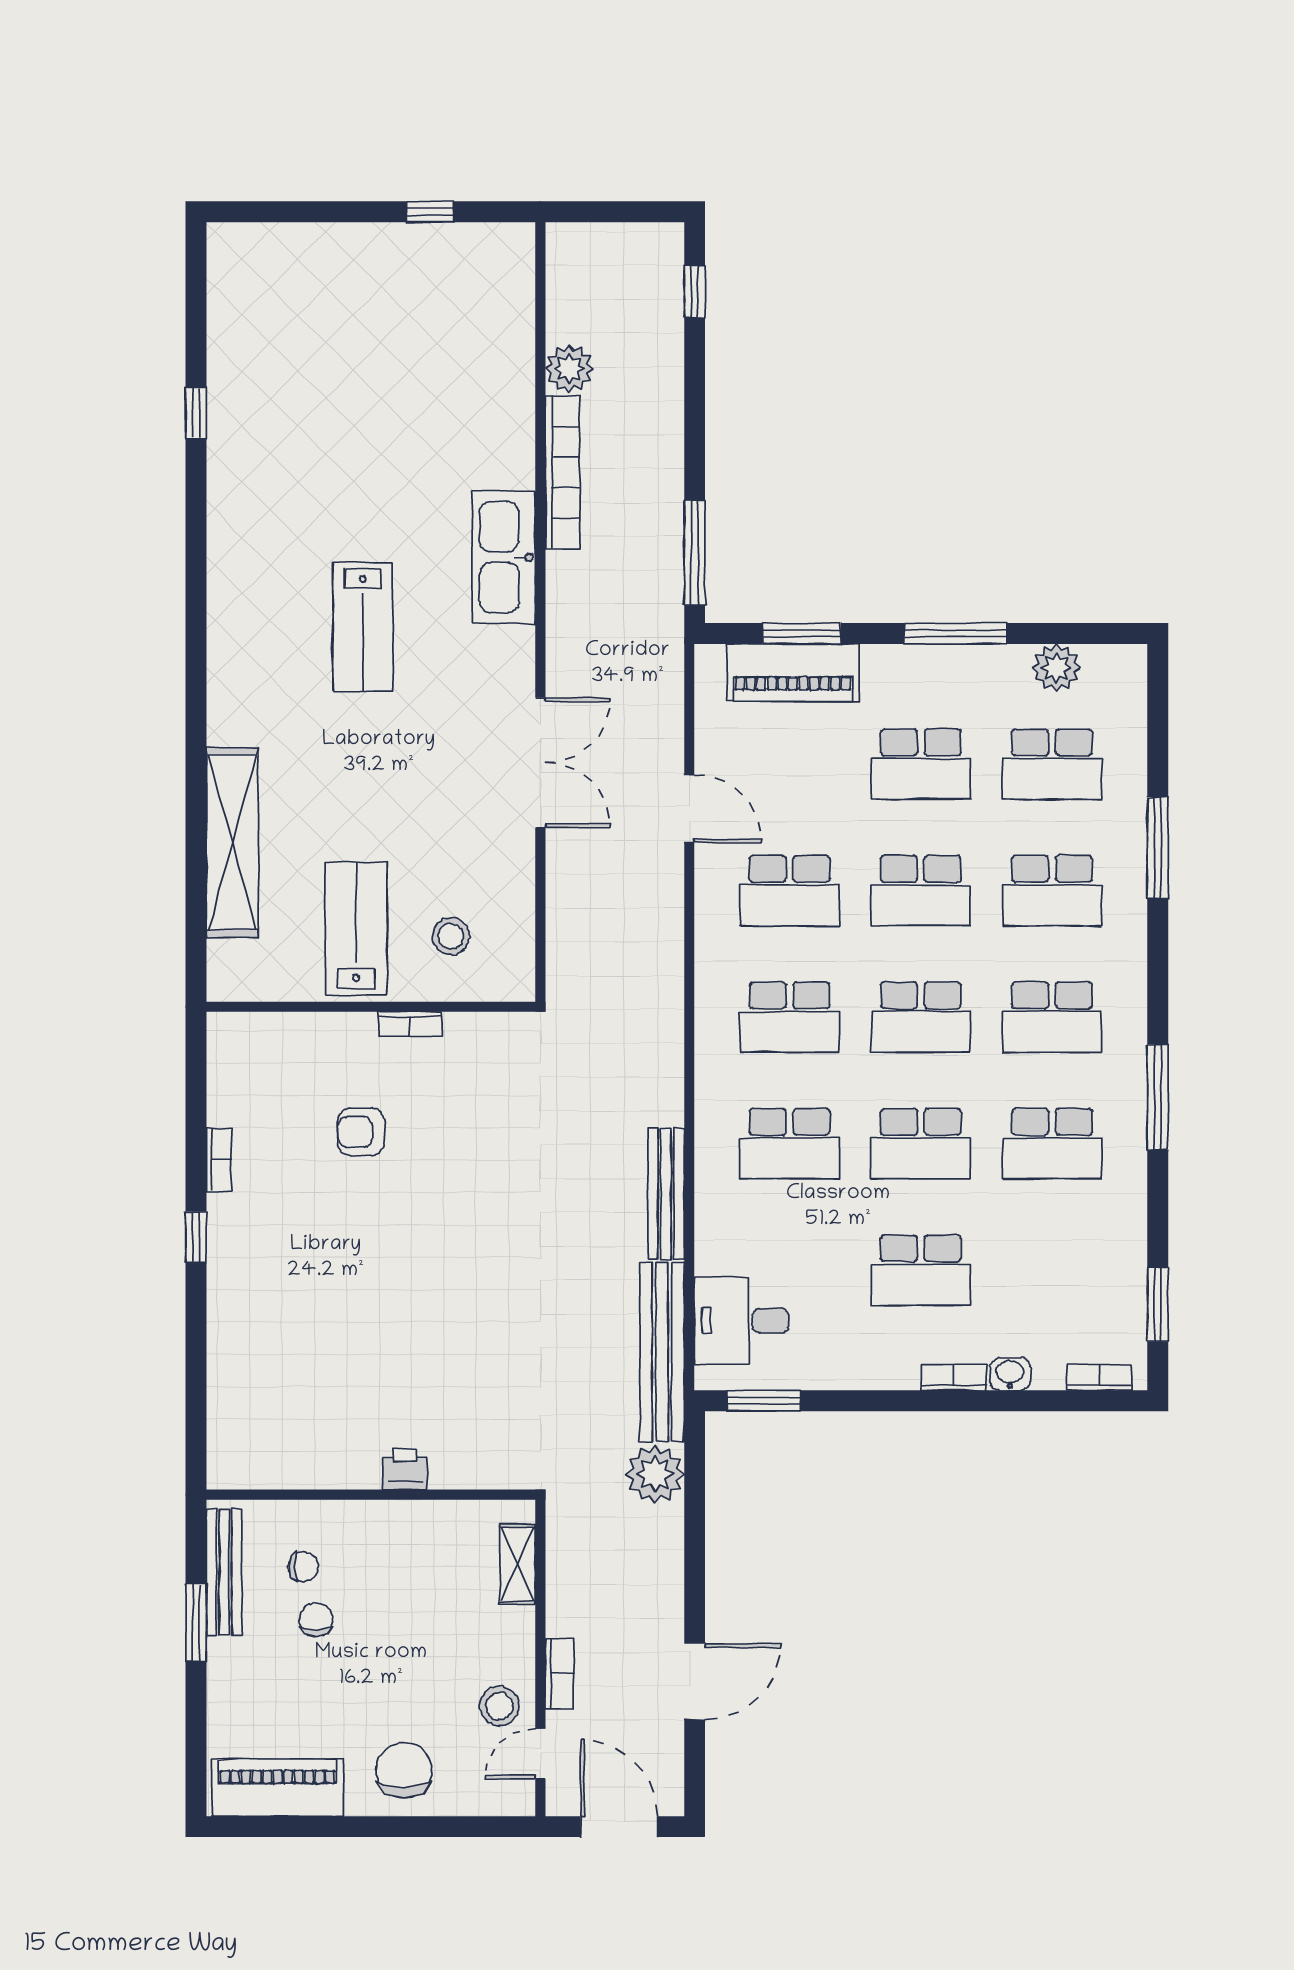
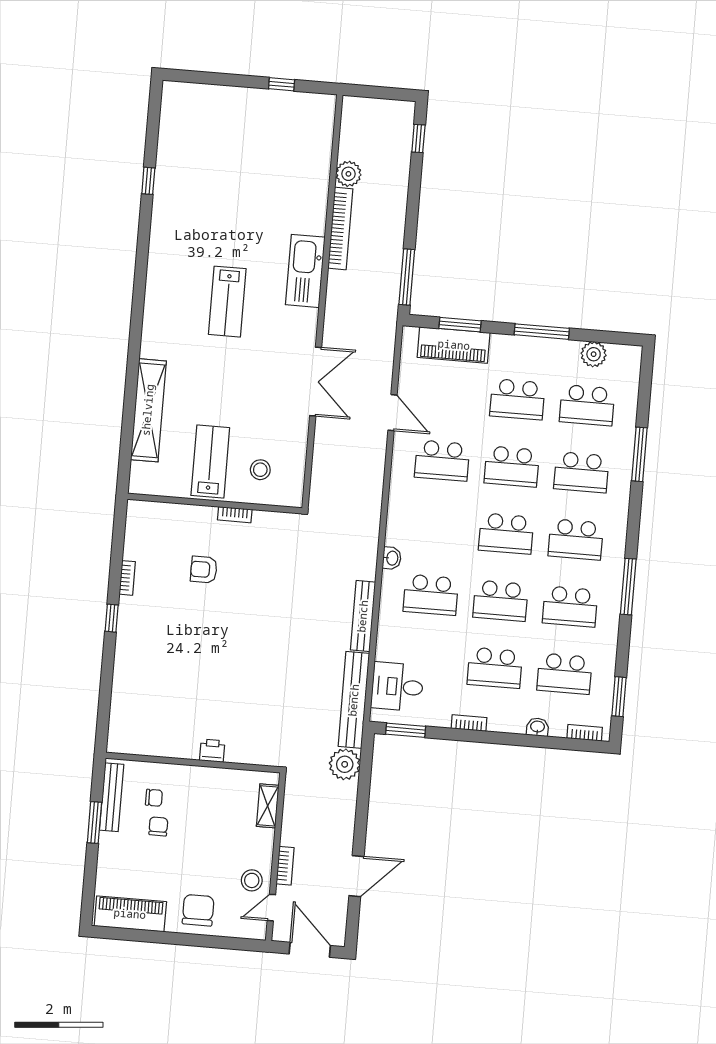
school desk: (790, 1017) -> (564, 674), moved
washbasin: (711, 1081) -> (392, 558), added
bookcase: (954, 1377) -> (469, 723), moved

